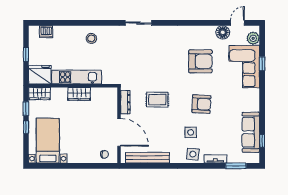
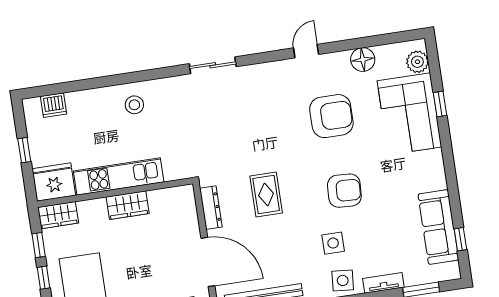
door: (237, 23) -> (306, 51), moved
rug: (157, 100) -> (266, 195), turned 90

